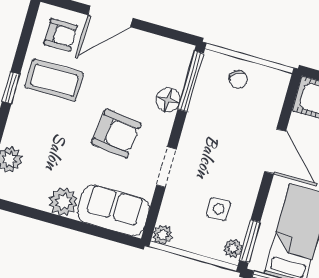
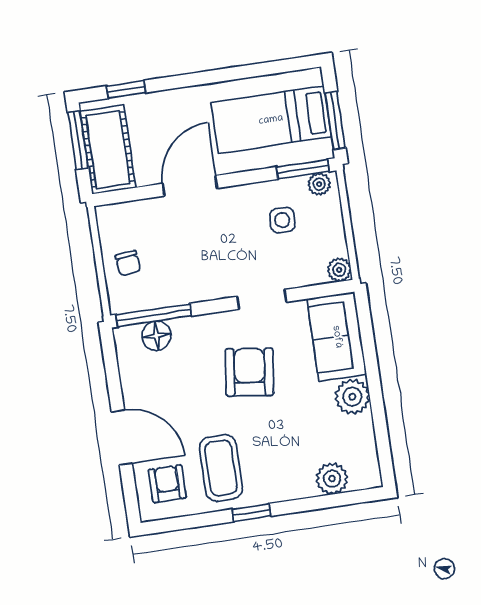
chair: (238, 79) -> (128, 263), turned 119
floor lamp: (168, 100) -> (156, 336), moved

